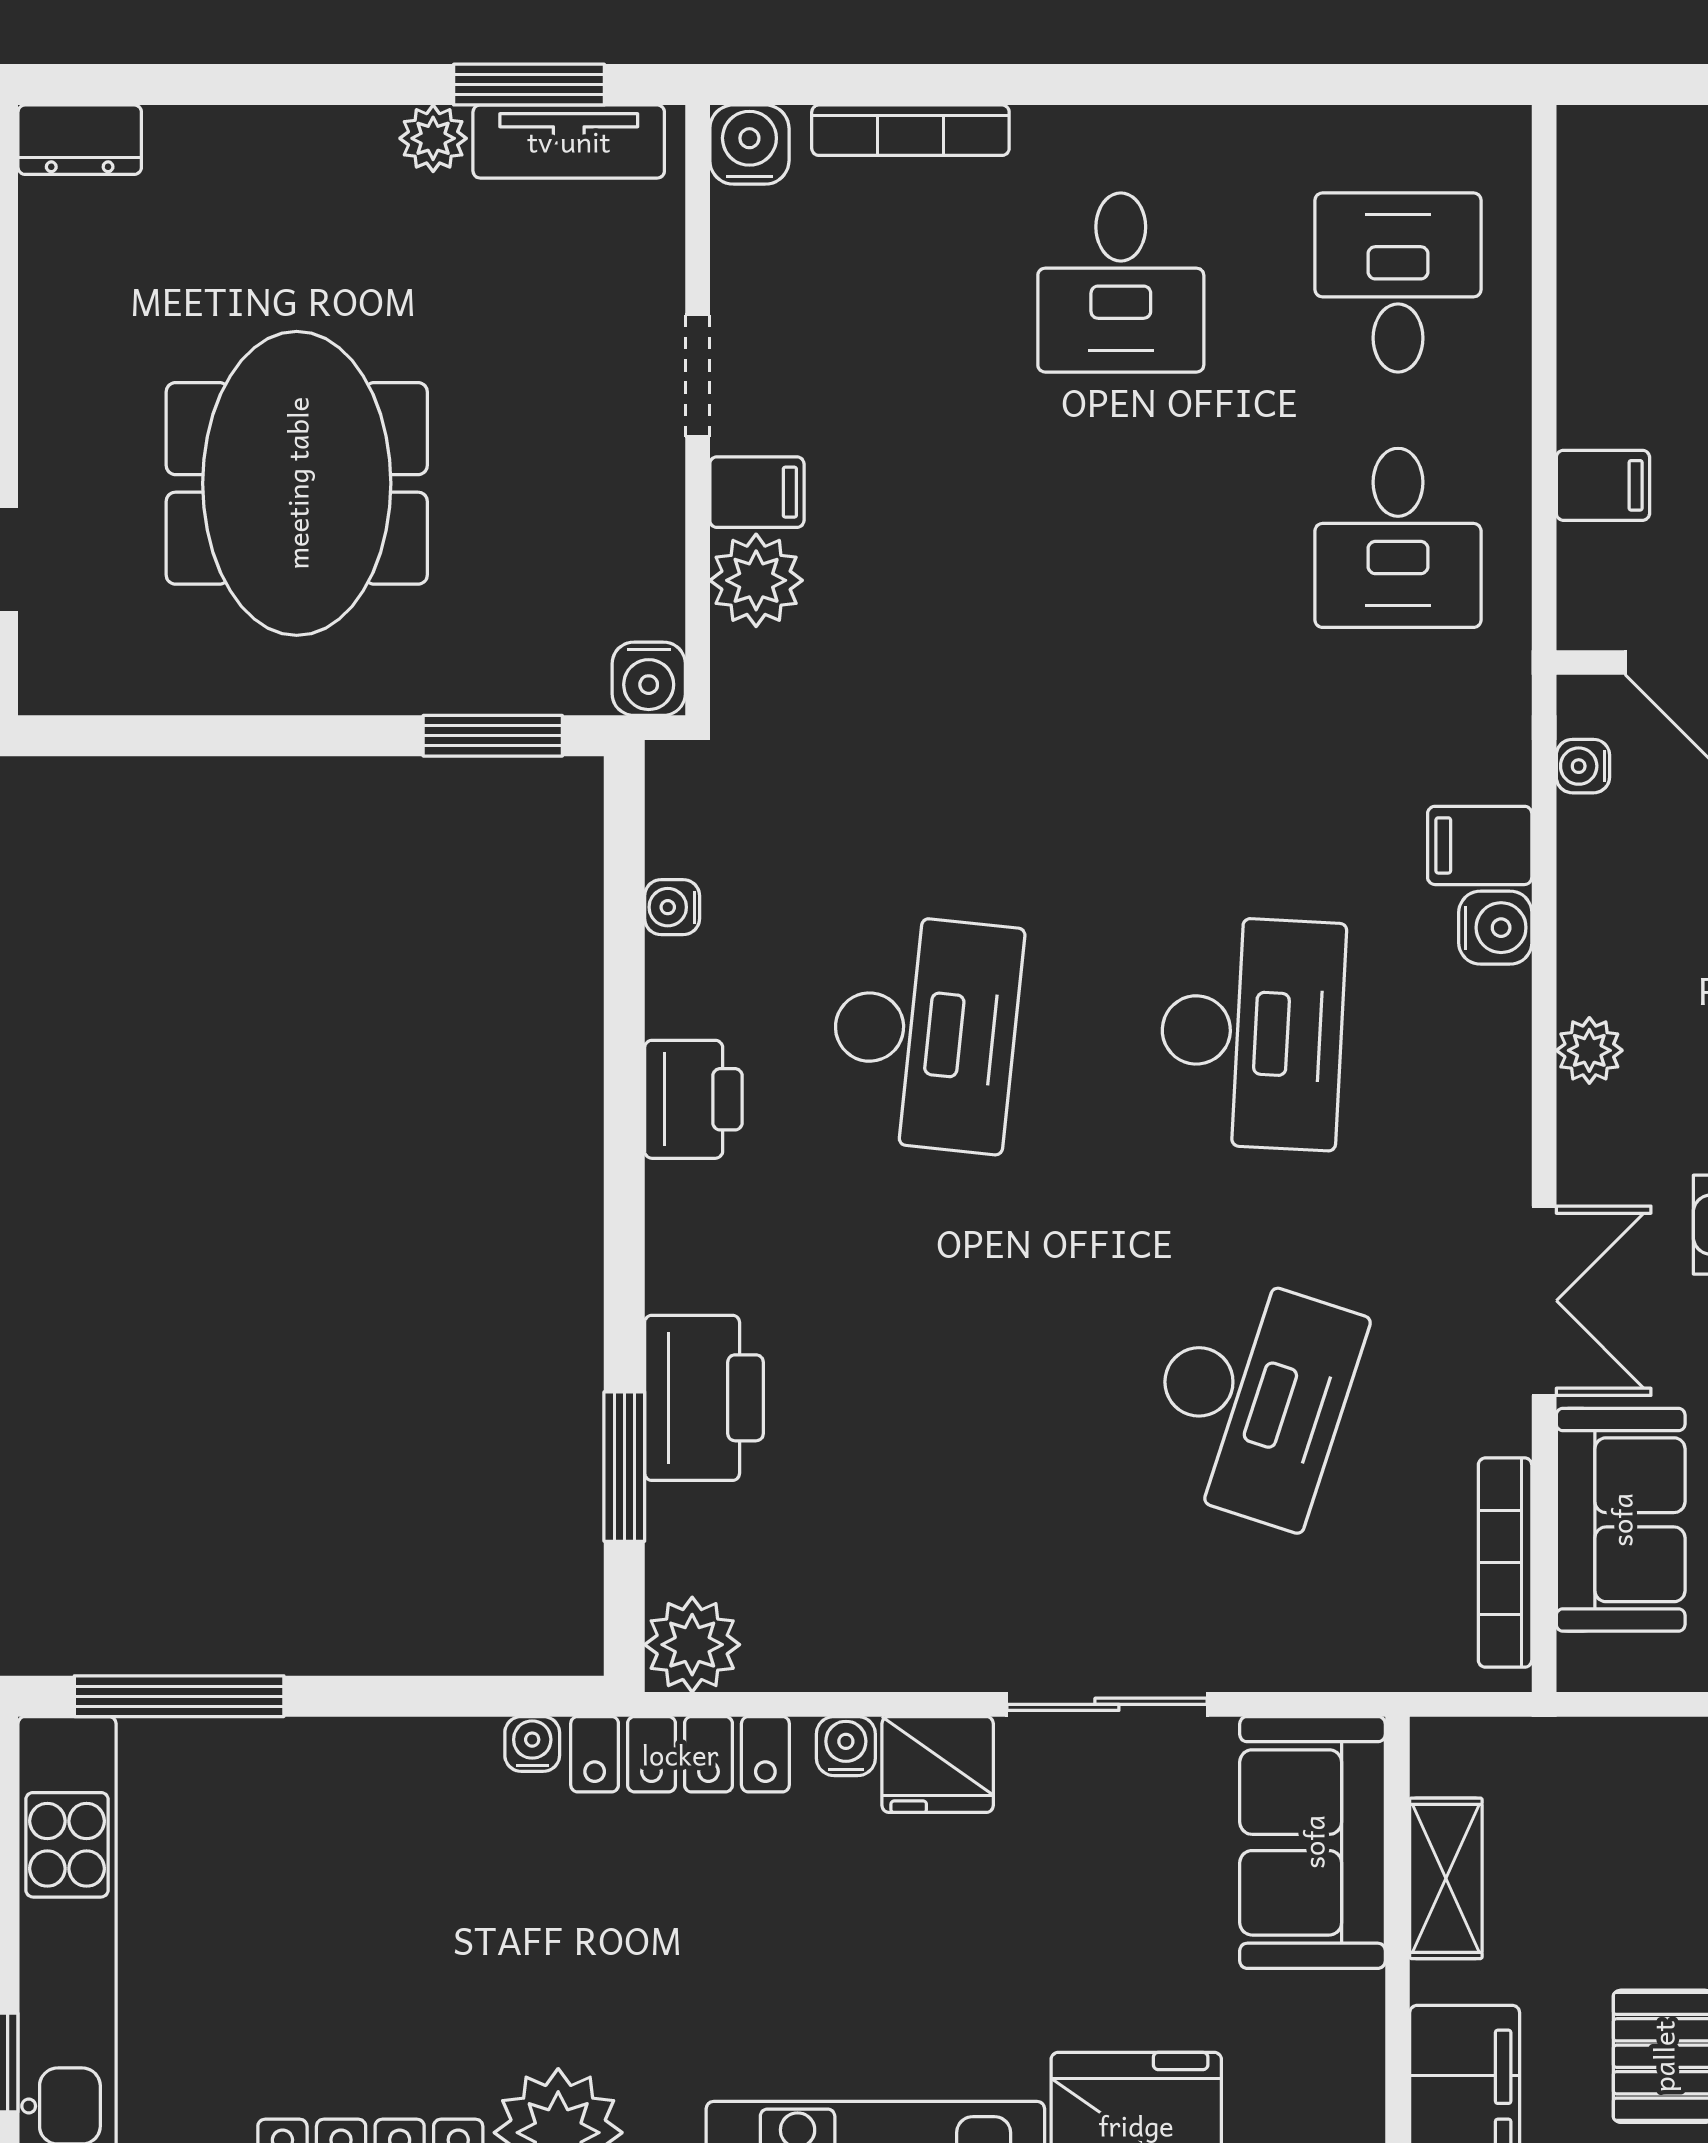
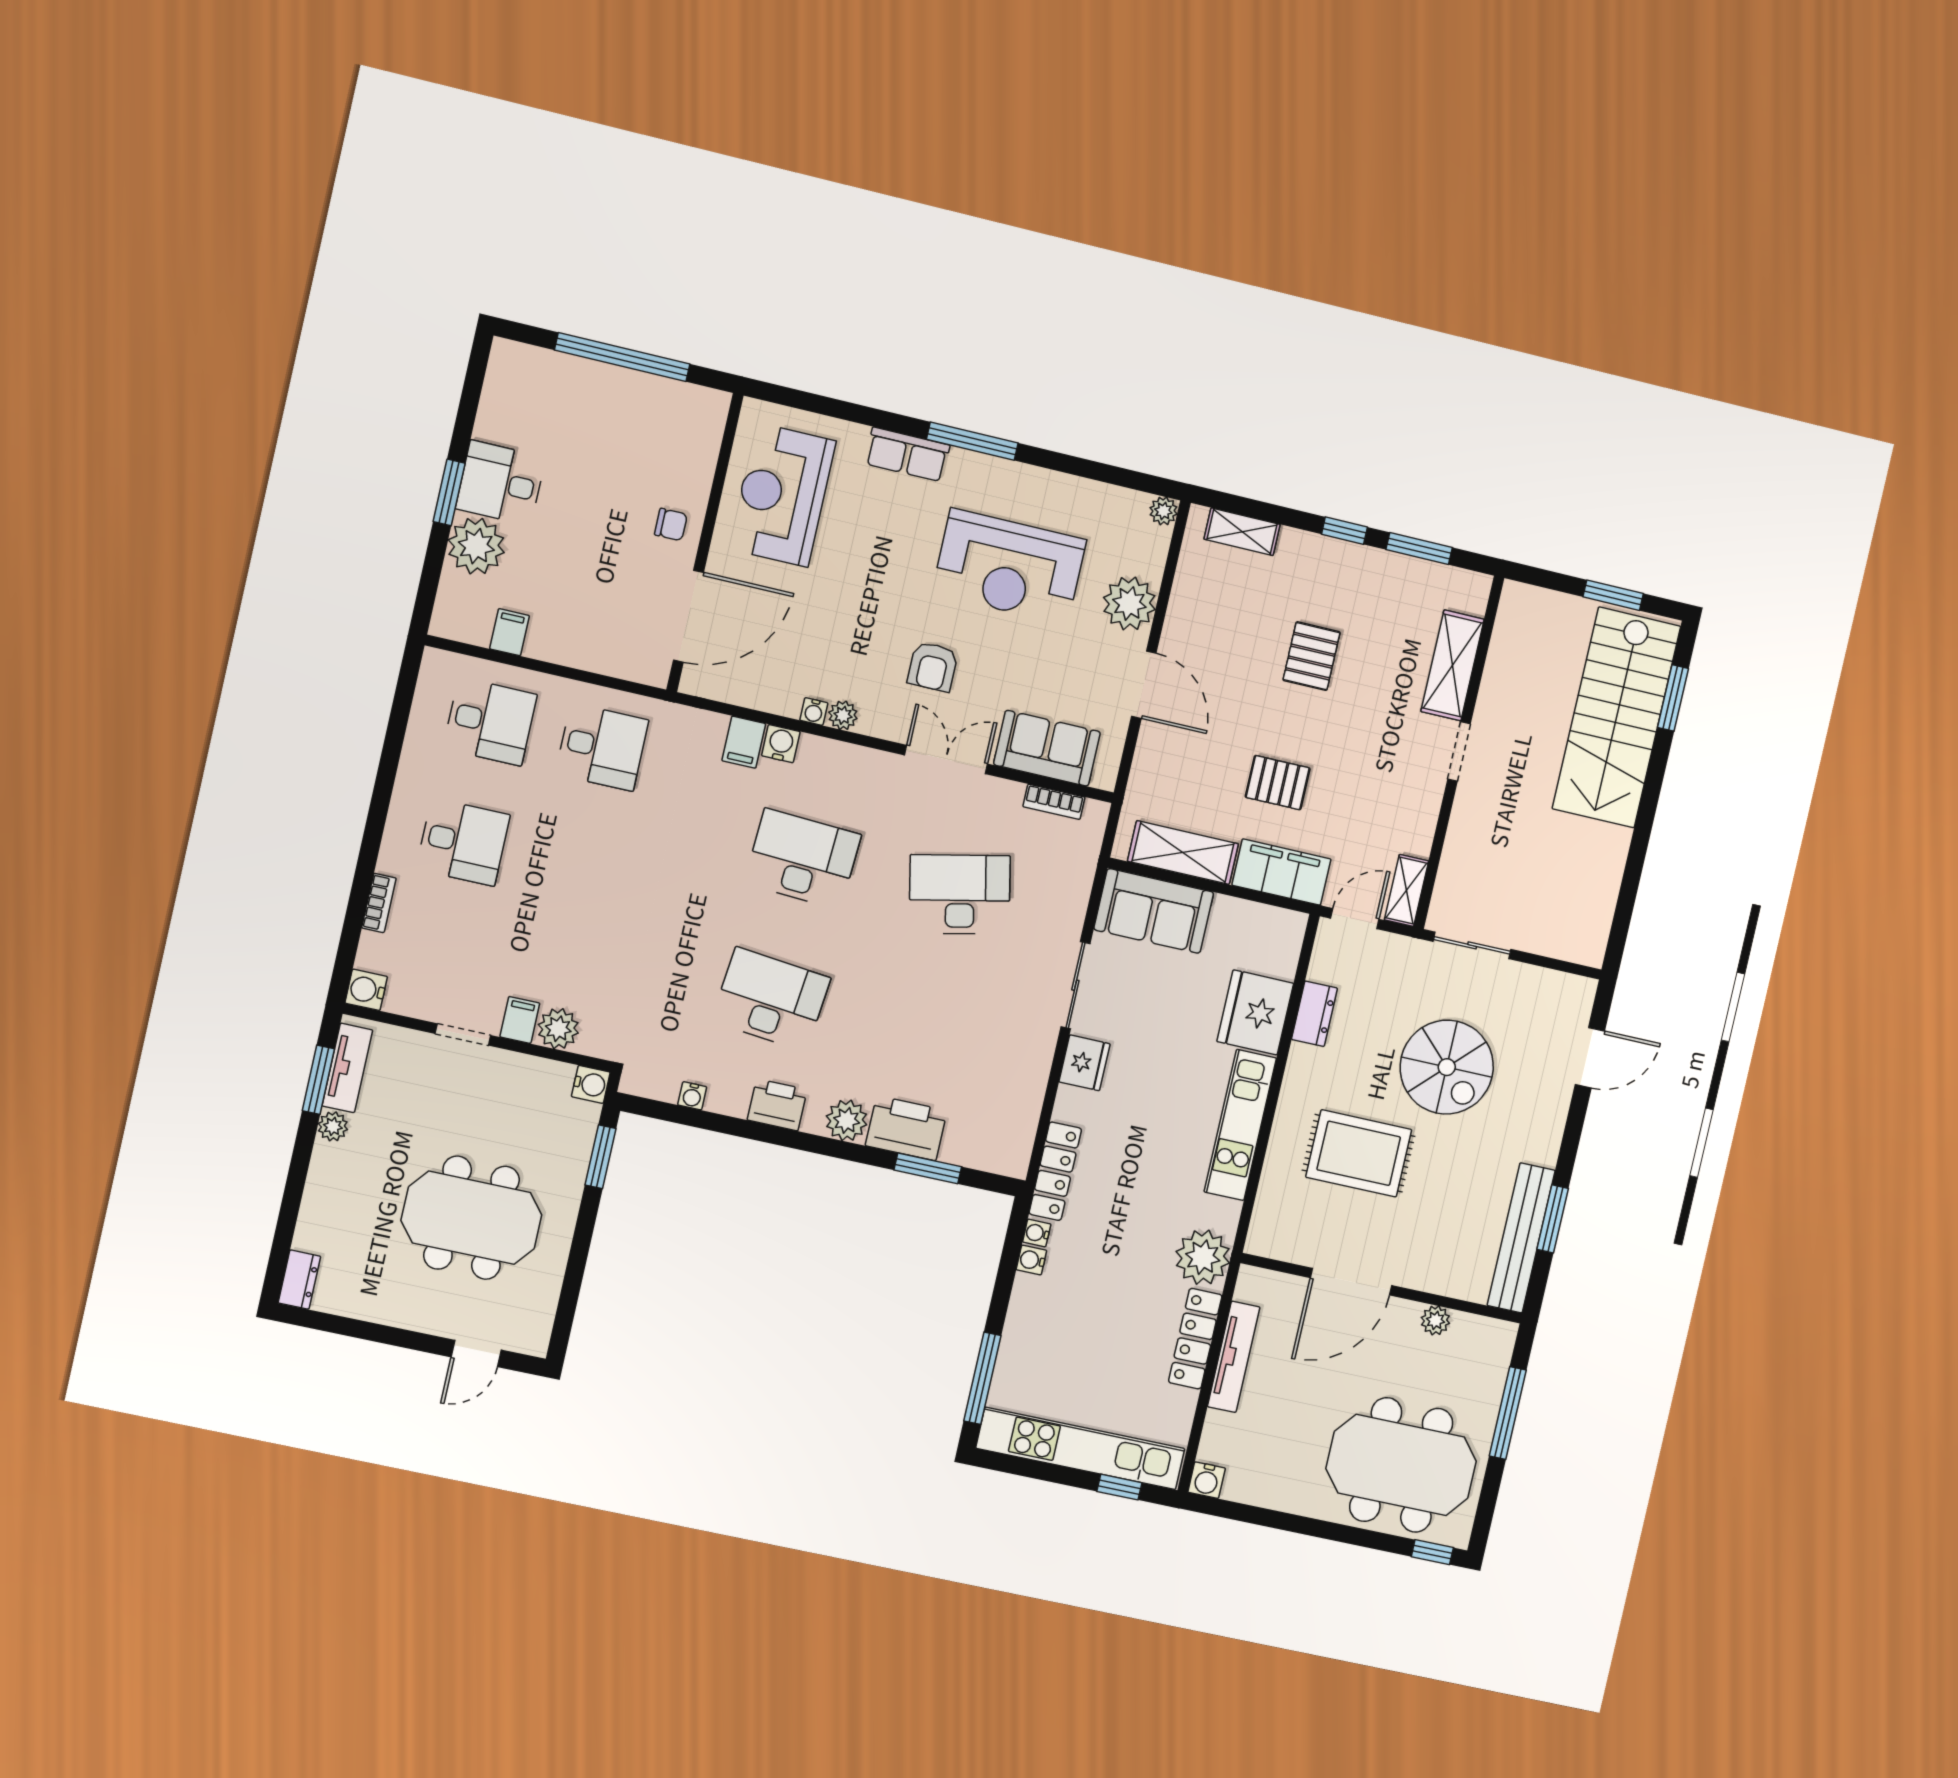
bookcase: (910, 130) -> (379, 903), width x0.64
desk: (1398, 283) -> (490, 721), turned 180
filing cabinet: (1603, 485) -> (510, 632), moved
water cooler: (1583, 766) -> (814, 711), moved
desk: (1252, 1399) -> (960, 894), turned -30
bookcase: (1505, 1563) -> (1054, 802), width x0.64
plant: (692, 1645) -> (847, 1120), moved
water cooler: (846, 1746) -> (1031, 1260), moved
shelving: (1446, 1878) -> (1183, 853), width x1.50, depth x1.33

